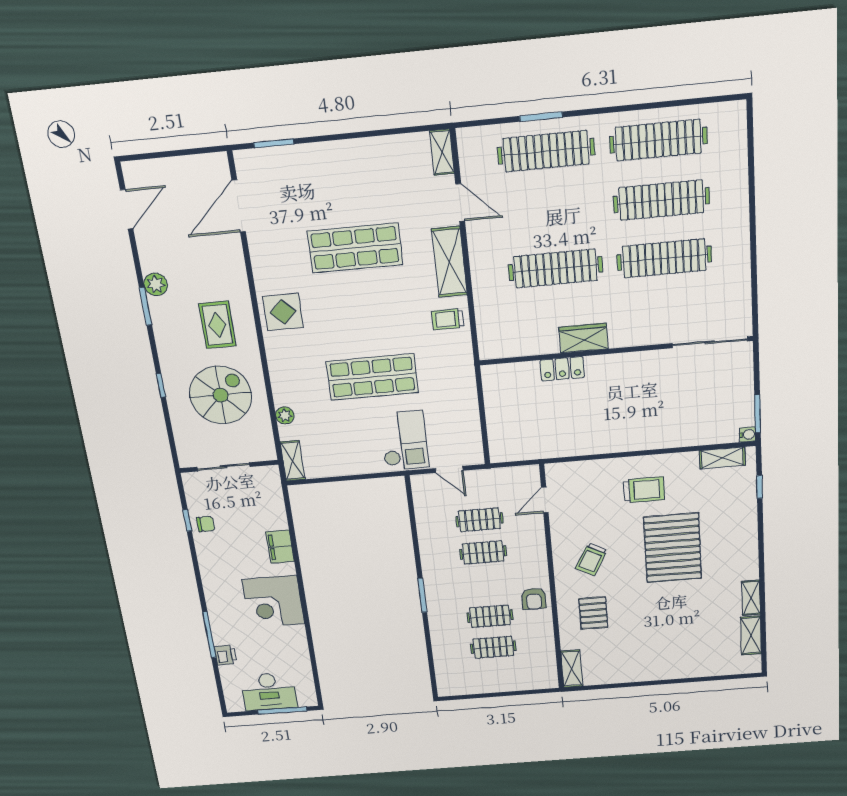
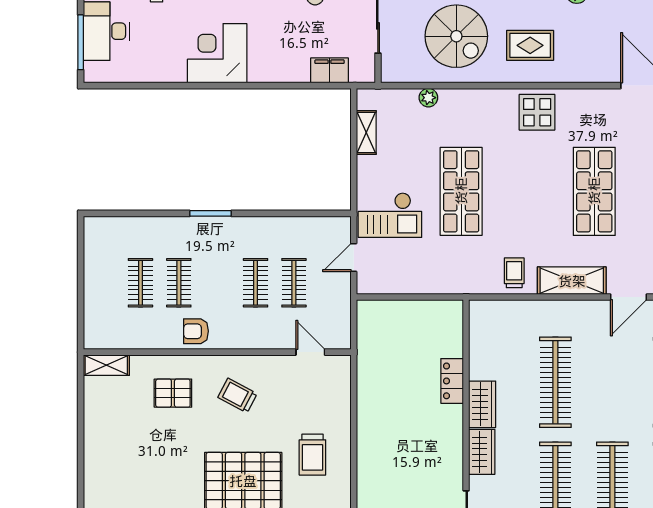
wardrobe: (632, 334) -> (482, 452), added
shelving: (293, 461) -> (366, 133), moved, turned 90
filing cabinet: (280, 547) -> (330, 70), moved

